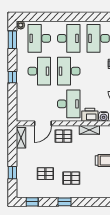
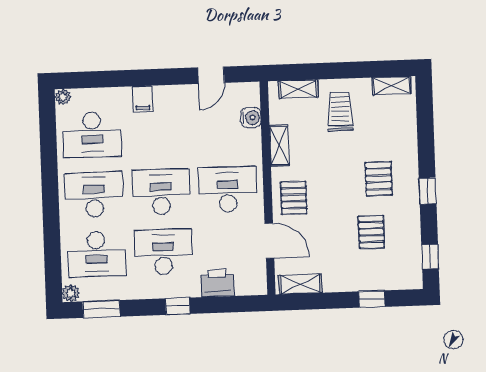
desk: (69, 71) -> (161, 192), turned 180
printer: (90, 115) -> (217, 283), moved, turned 90

